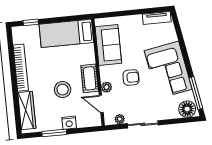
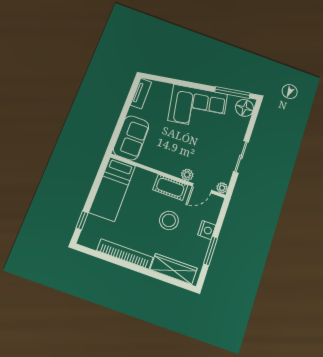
sofa: (108, 45) -> (131, 138), moved, turned 90
armchair: (131, 78) -> (189, 146), removed
plant: (120, 119) -> (222, 188), moved

